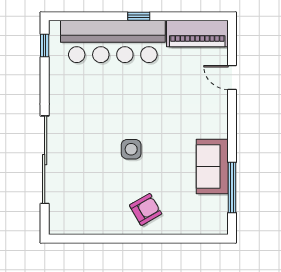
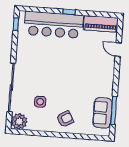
side table: (131, 149) -> (40, 102), moved
sofa: (212, 166) -> (103, 113), moved
plant: (63, 220) -> (19, 121), added

